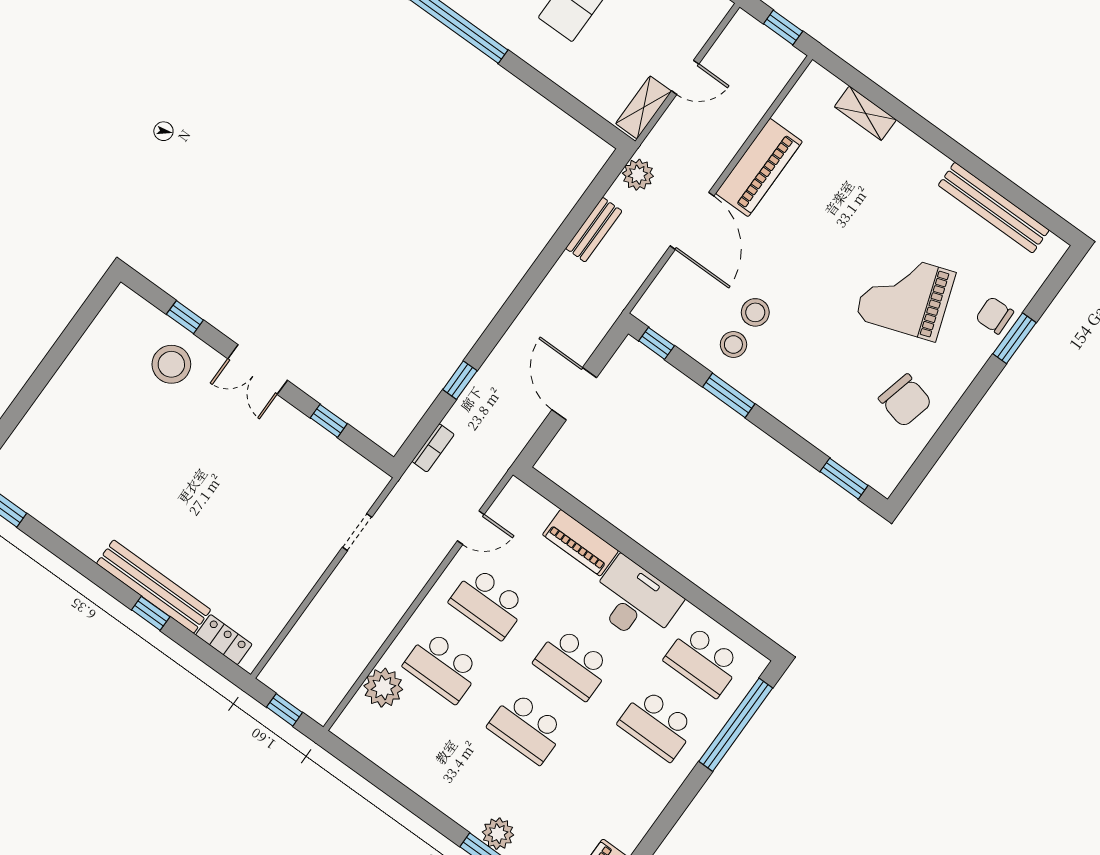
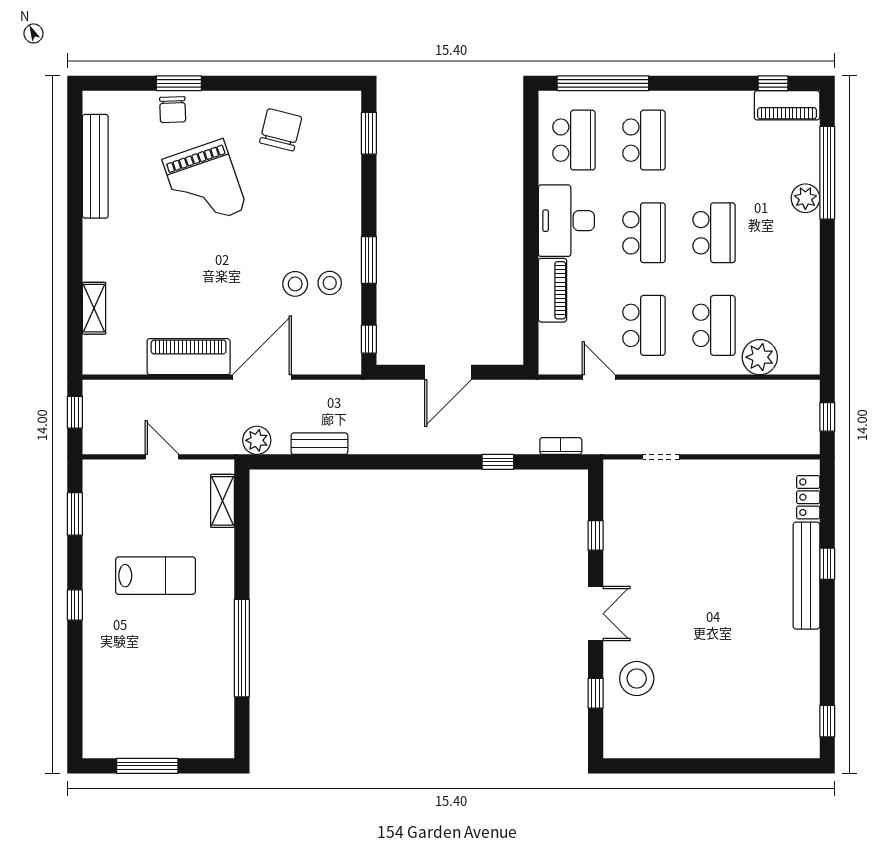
shelving: (644, 107) -> (222, 501), moved, turned 90

